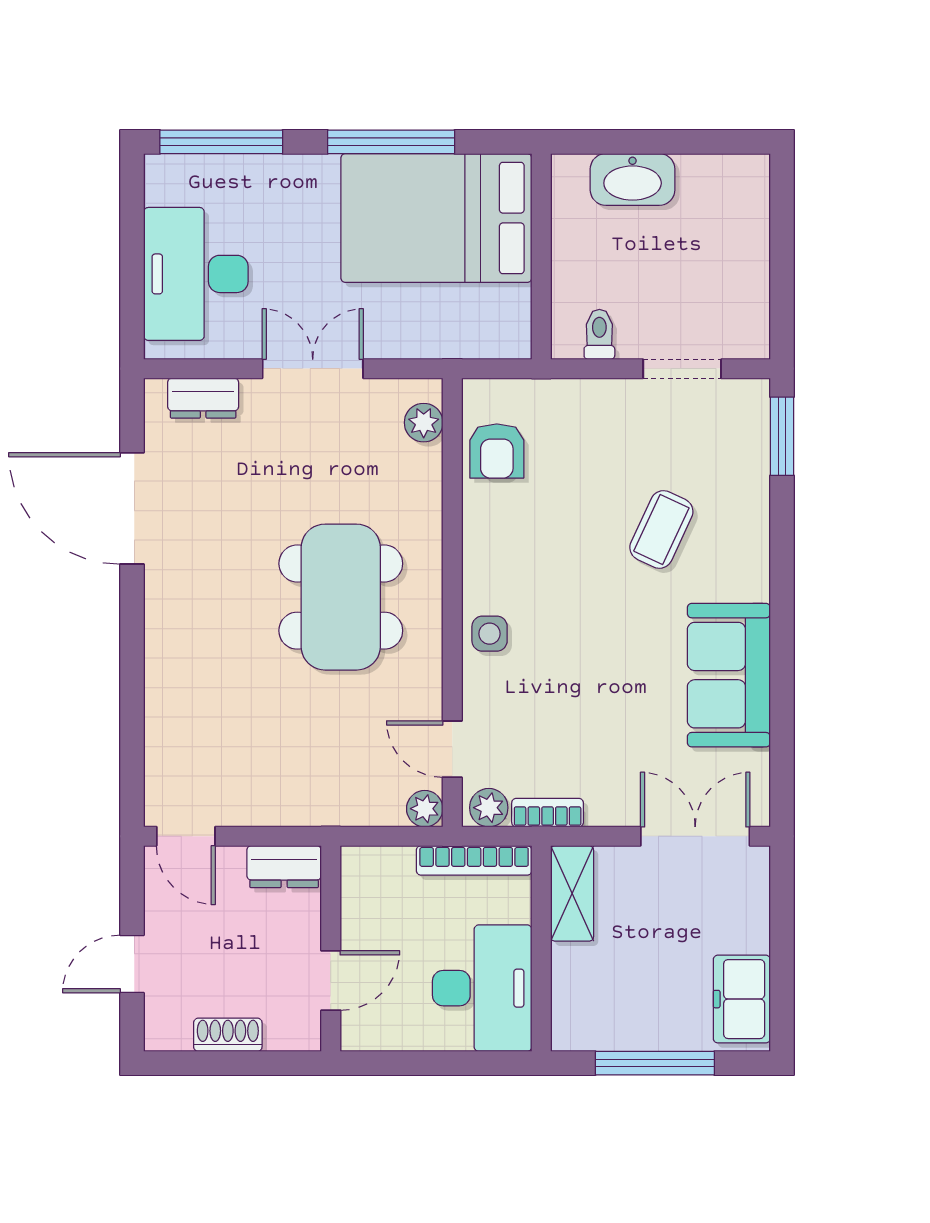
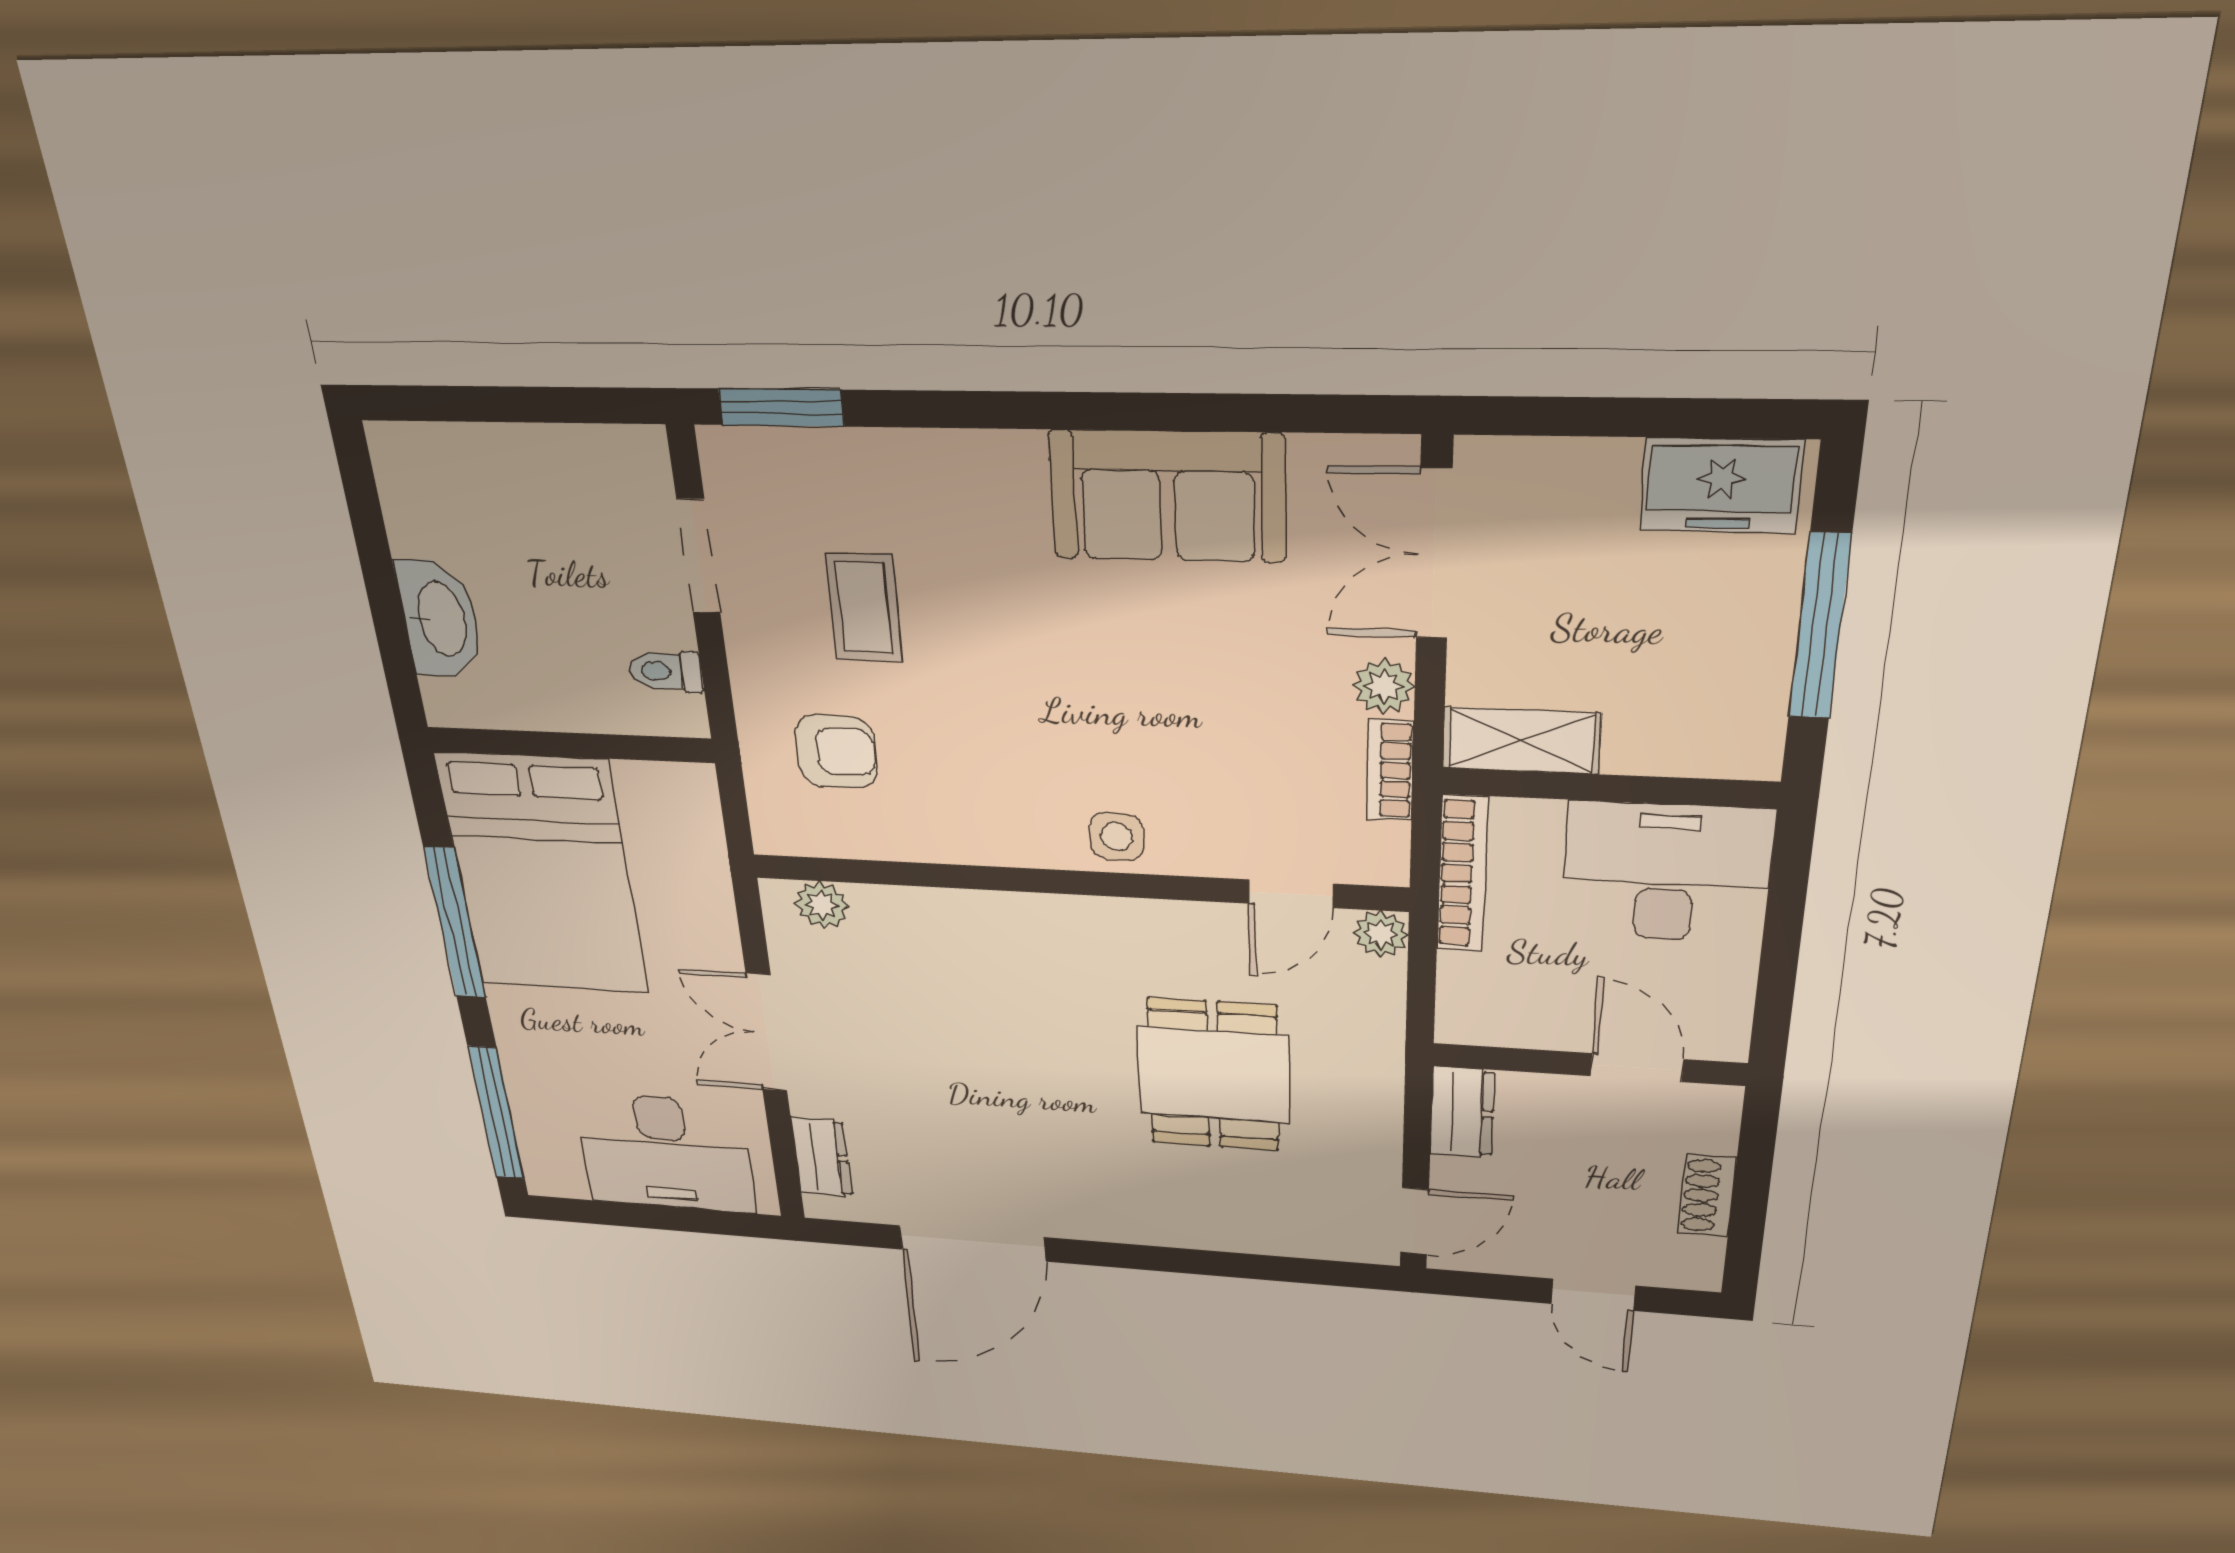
armchair: (497, 451) -> (836, 751), moved
coffee table: (661, 529) -> (864, 608), moved, turned 65
dining table: (341, 597) -> (1213, 1075), moved, width x0.73
plant: (489, 808) -> (1384, 686), moved

